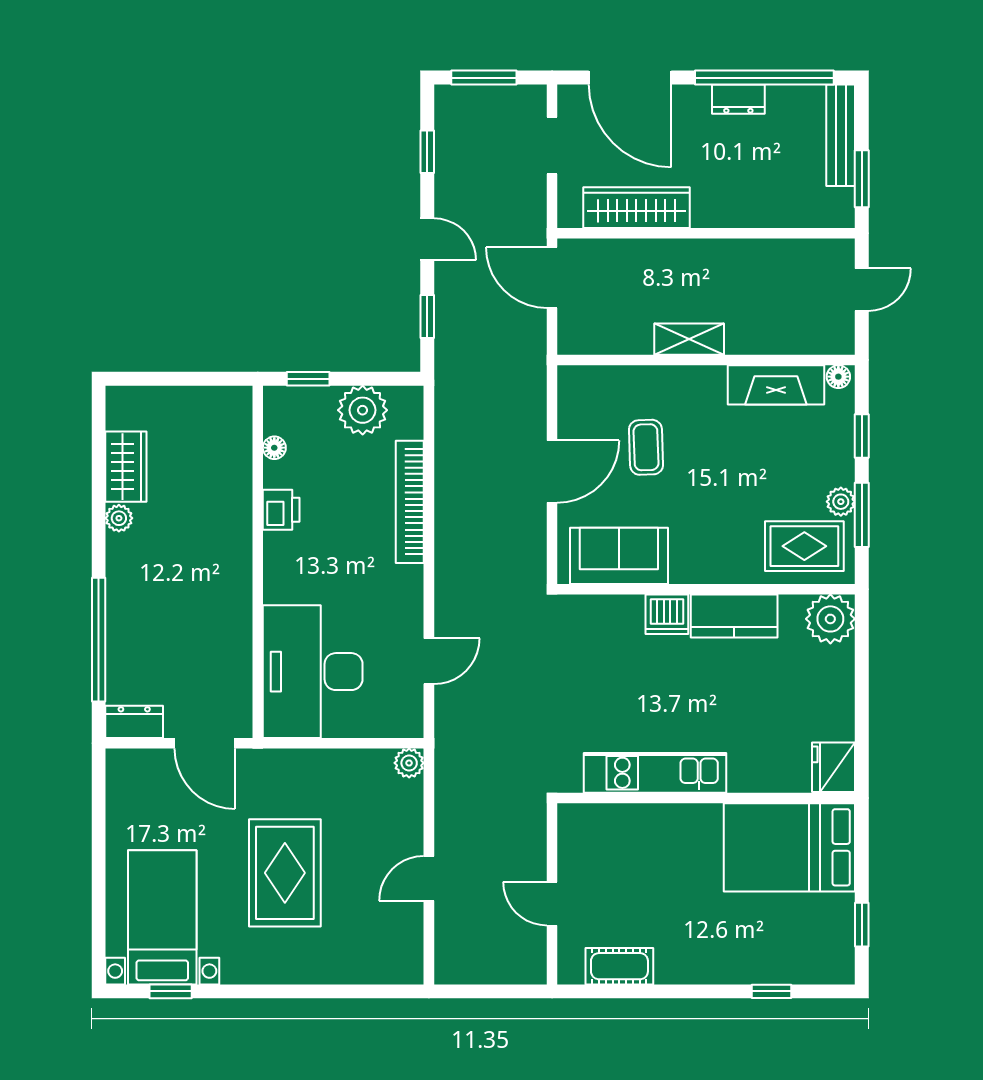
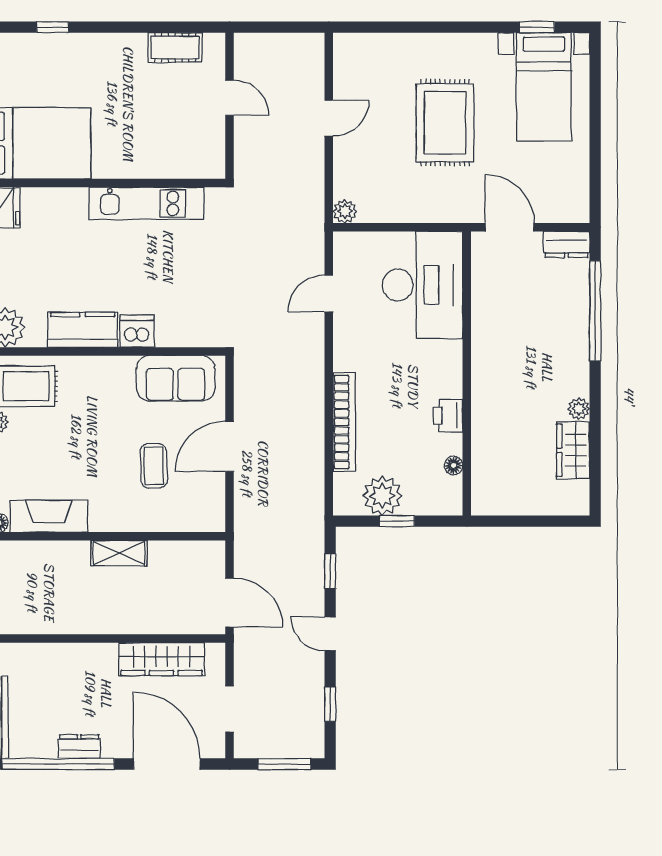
window: (308, 379) -> (397, 521), moved

